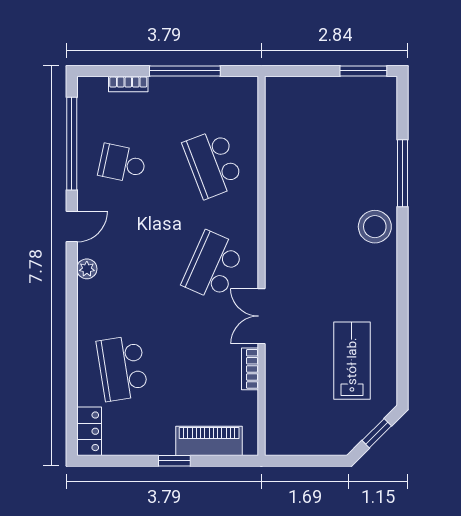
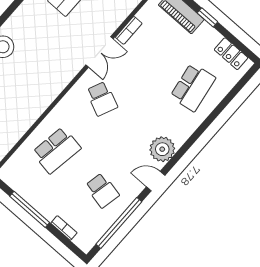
school desk: (213, 164) -> (56, 150), turned 30
school desk: (213, 266) -> (102, 99), width x0.54
plant: (87, 269) -> (162, 149), width x1.88, depth x1.88
locker: (89, 431) -> (231, 54), moved, turned -90

